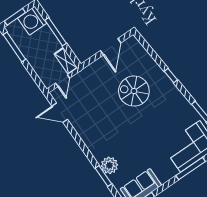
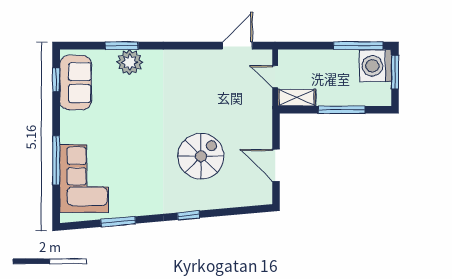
washing machine: (32, 21) -> (375, 66), moved, turned -90

